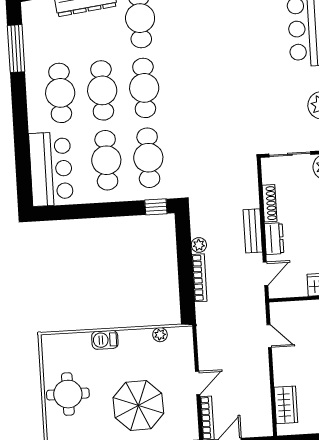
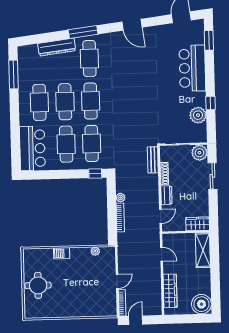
bench: (253, 231) -> (153, 160), moved
parasol: (138, 405) -> (81, 294), removed
wardrobe: (286, 405) -> (170, 291), width x1.50

